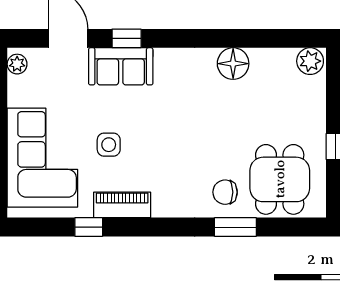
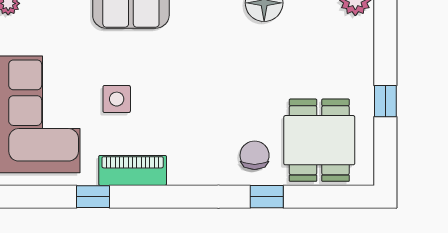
chair: (225, 192) -> (255, 155), turned 90
window: (235, 227) -> (267, 197), width x0.67

